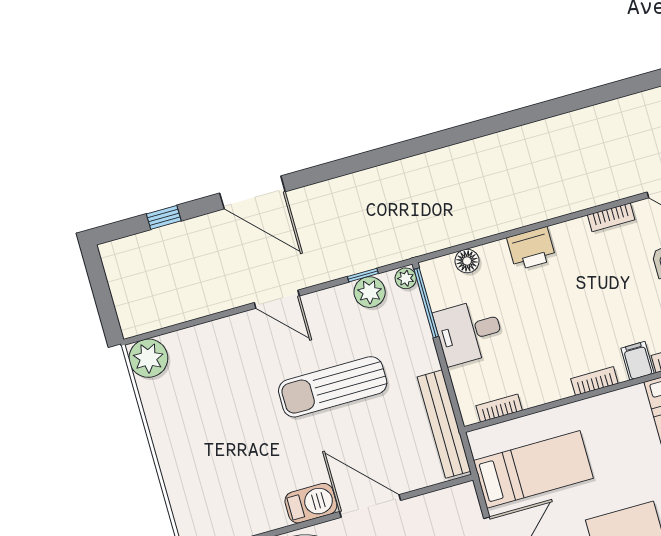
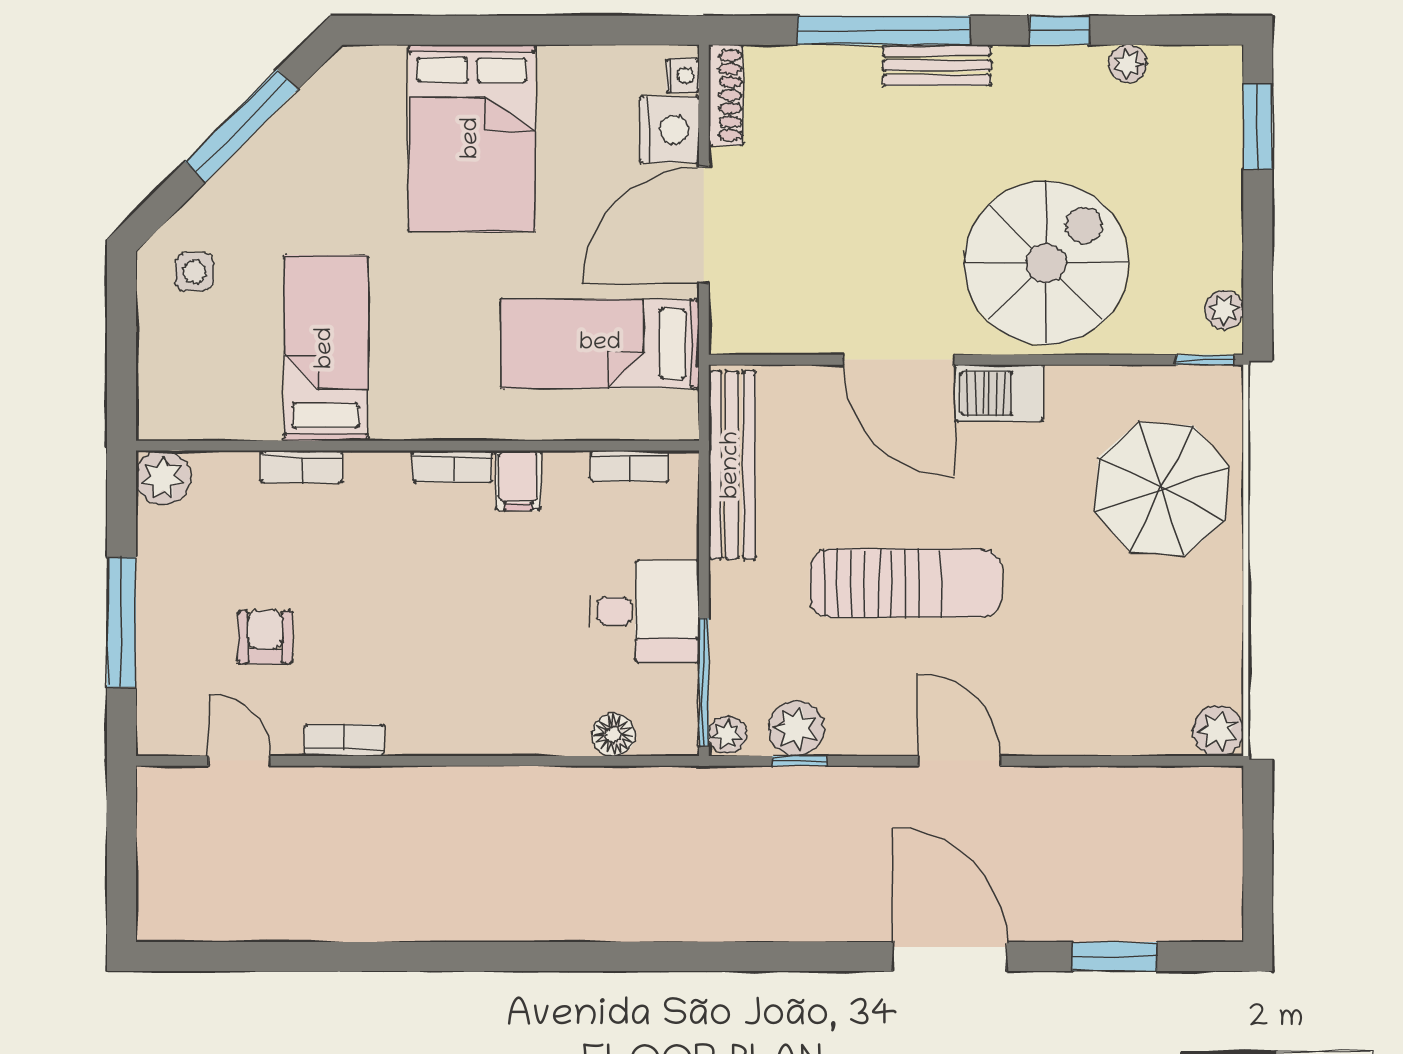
window: (164, 217) -> (1114, 957), width x1.50
printer: (531, 249) -> (497, 725), removed
plant: (148, 358) -> (1218, 731), width x0.73, depth x0.73
filing cabinet: (637, 361) -> (518, 480), moved
parasol: (209, 476) -> (1162, 489), added

